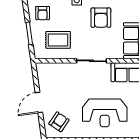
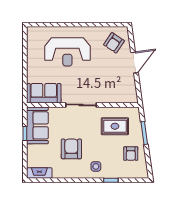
armchair: (43, 13) -> (131, 154), turned 180
reception desk: (105, 113) -> (67, 52), turned 180

